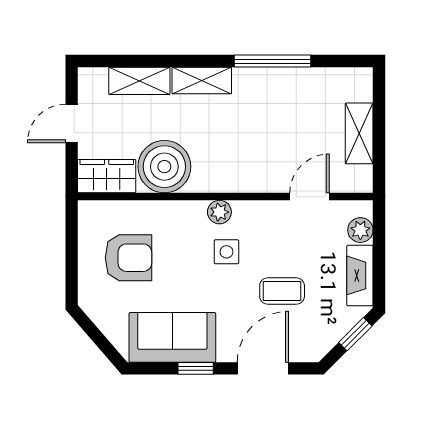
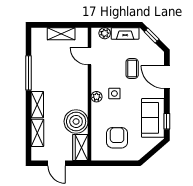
window: (196, 368) -> (167, 121), moved

